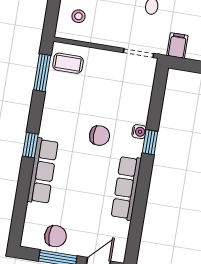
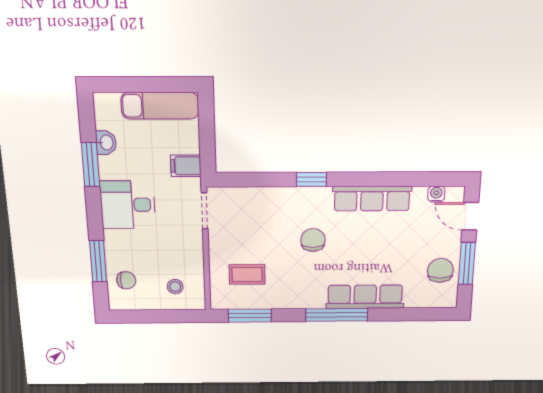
coffee table: (68, 63) -> (247, 274), moved, turned 90
water cooler: (139, 132) -> (436, 194), moved
window: (30, 145) -> (337, 315), width x2.17

